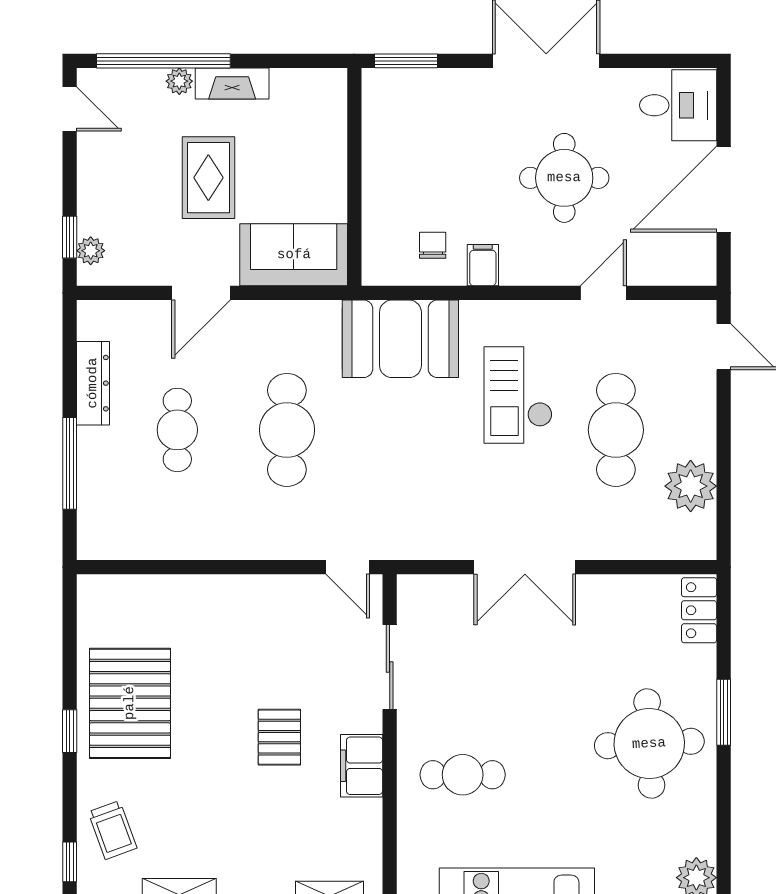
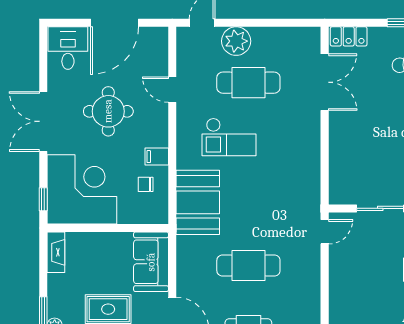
window: (406, 61) -> (43, 199), width x0.67
fireplace: (232, 84) -> (56, 252), moved
corner desk: (424, 130) -> (82, 189), added
door: (724, 189) -> (115, 23), hinge flipped
plant: (691, 486) -> (236, 41), moved
double door: (525, 567) -> (325, 82), moved

